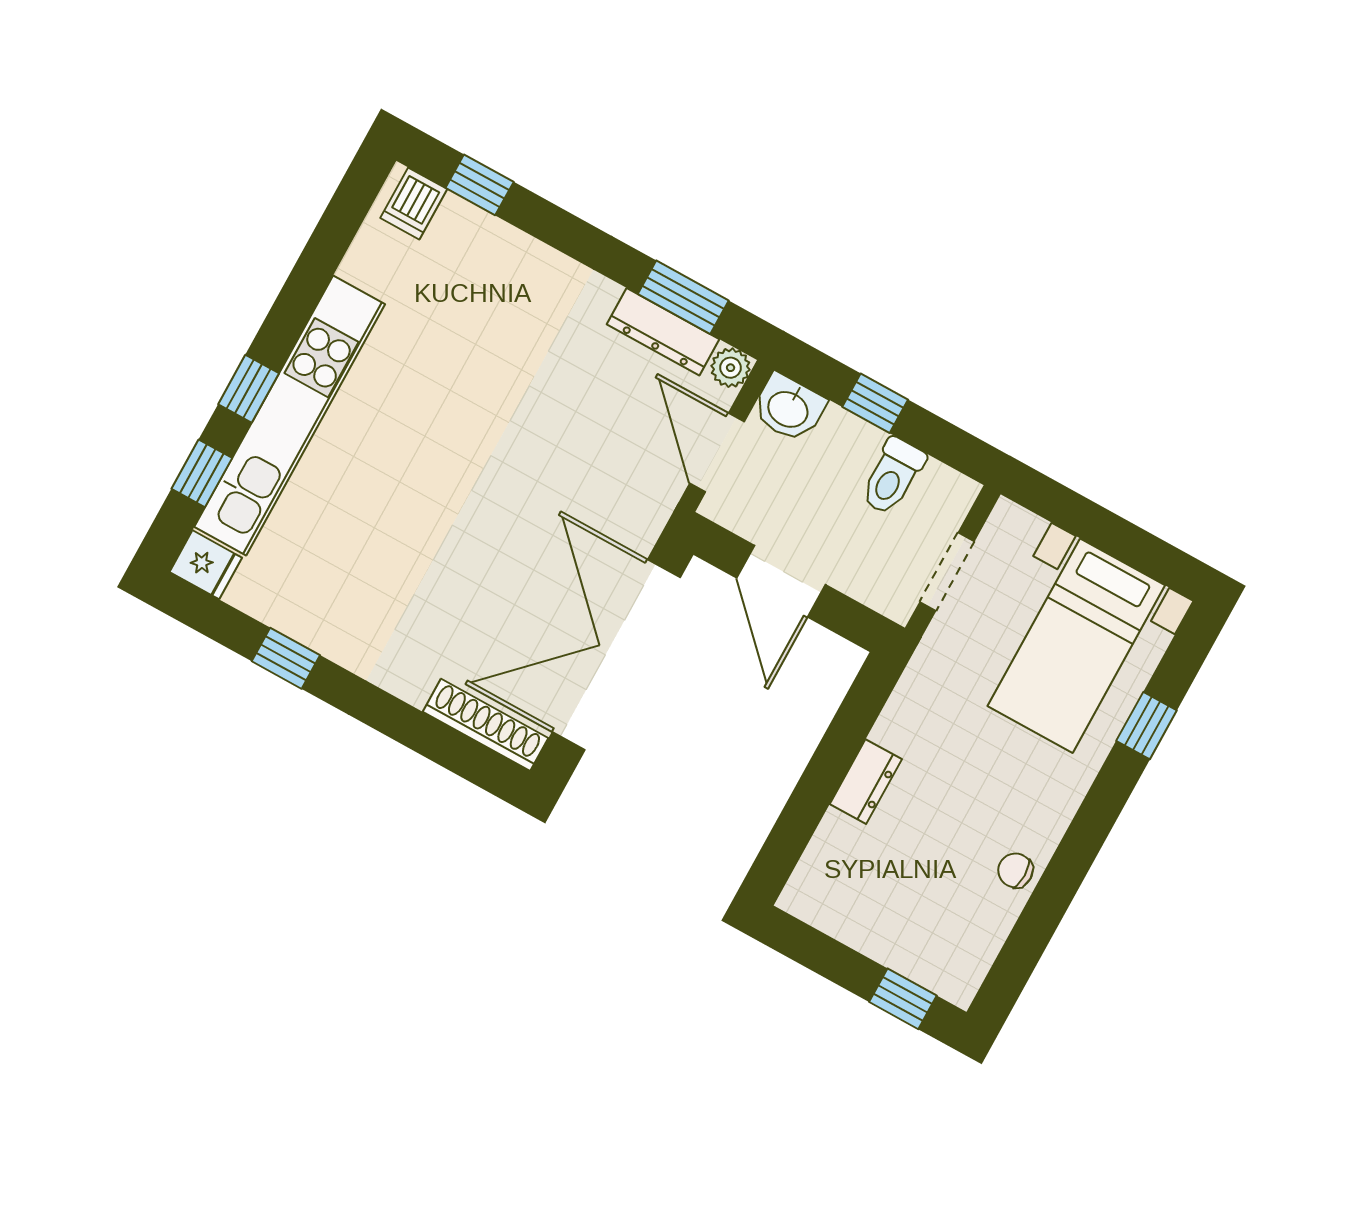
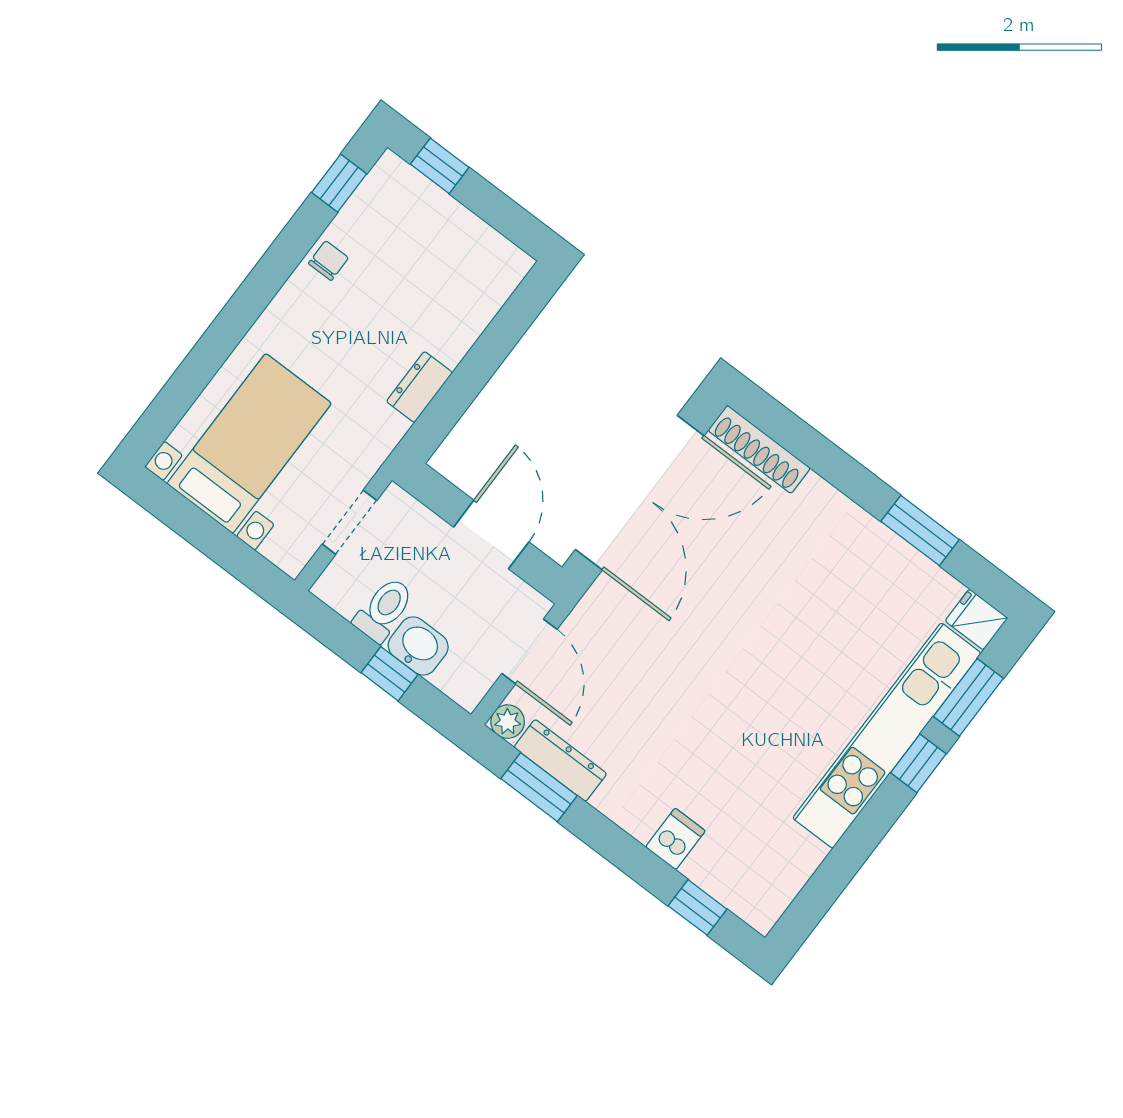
dishwasher: (414, 203) -> (675, 839), moved
washbasin: (789, 408) -> (418, 646), moved
window: (202, 473) -> (968, 697), width x1.50
window: (286, 658) -> (920, 531), width x1.50
window: (1147, 726) -> (339, 183), moved
dresser: (866, 782) -> (419, 387), moved
chair: (1015, 870) -> (328, 261), turned -90

